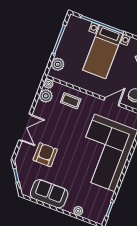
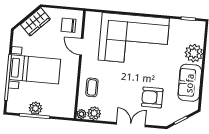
plant: (58, 64) -> (36, 108), moved
plant: (78, 211) -> (194, 53), width x1.88, depth x1.88

